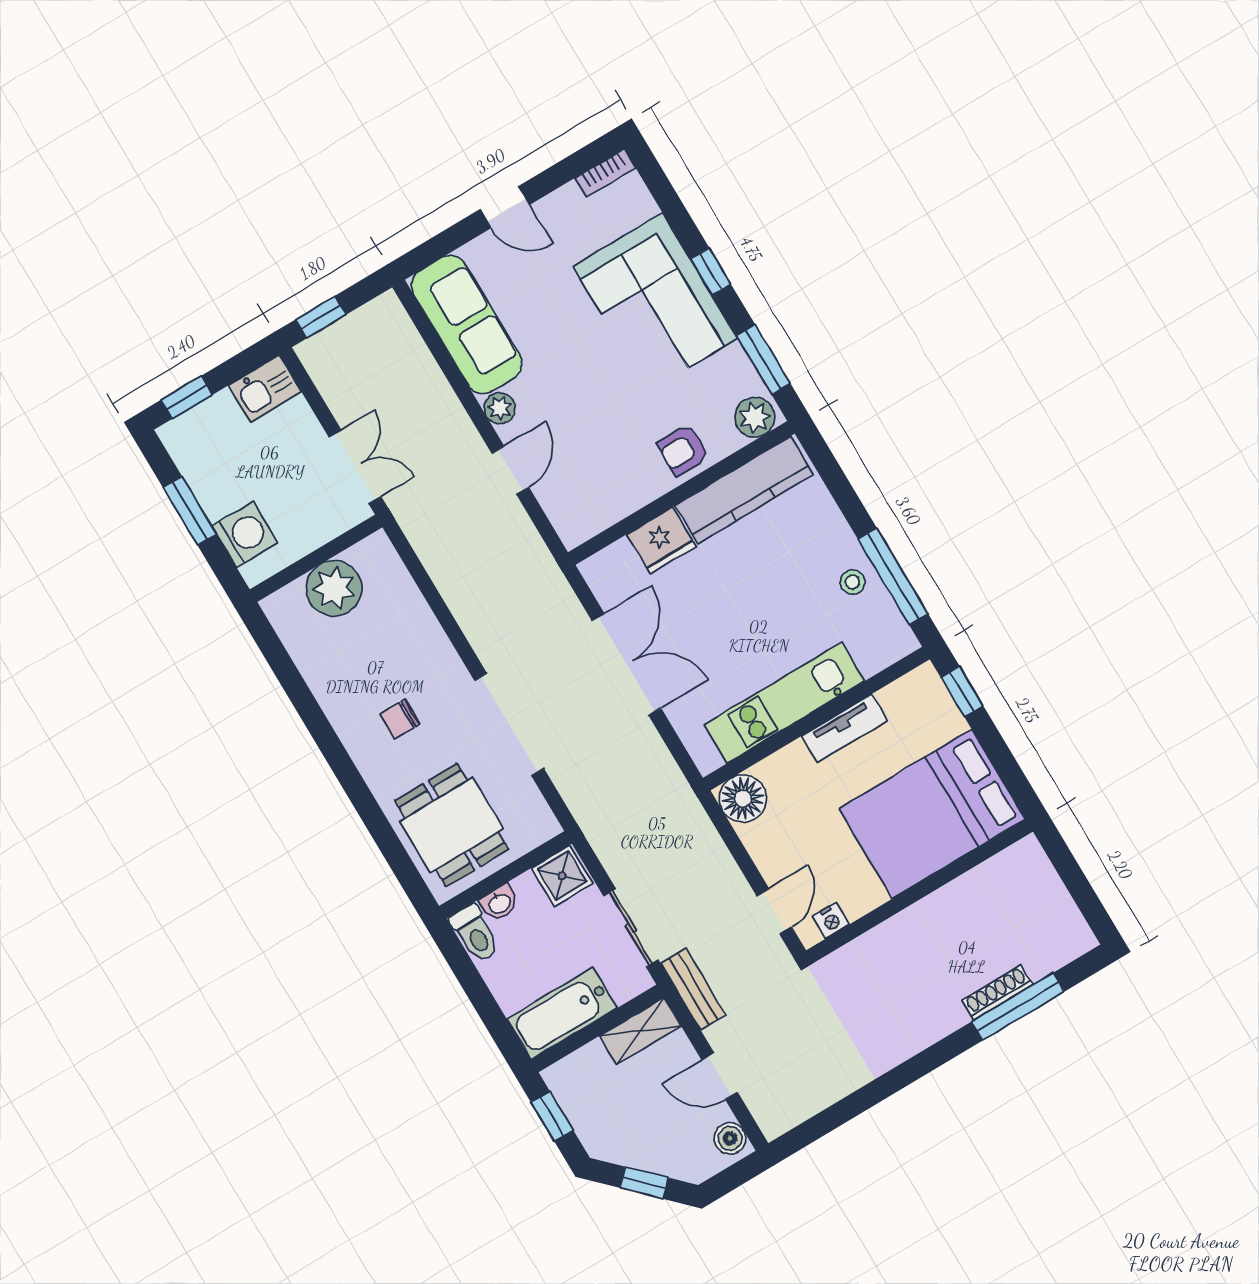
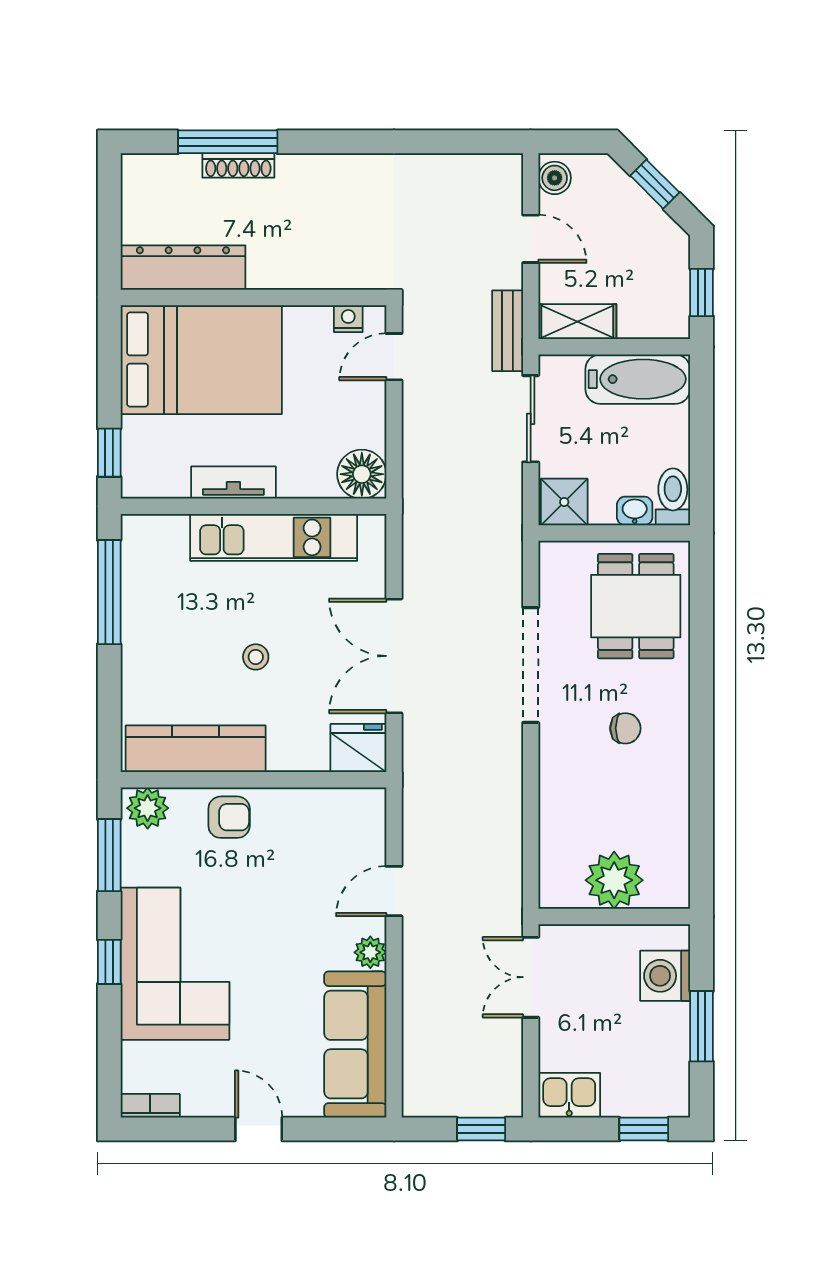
fridge: (661, 540) -> (358, 748), moved
stool: (853, 582) -> (256, 657), moved
dresser: (992, 881) -> (183, 268), added

